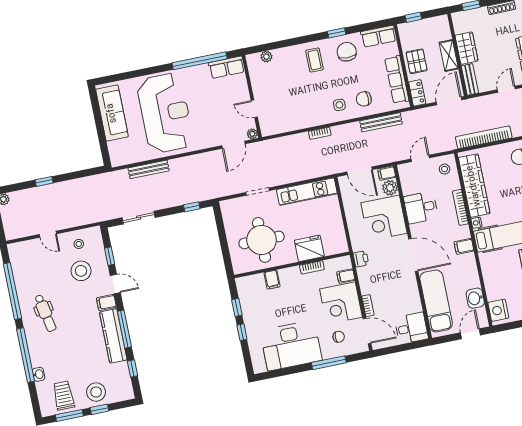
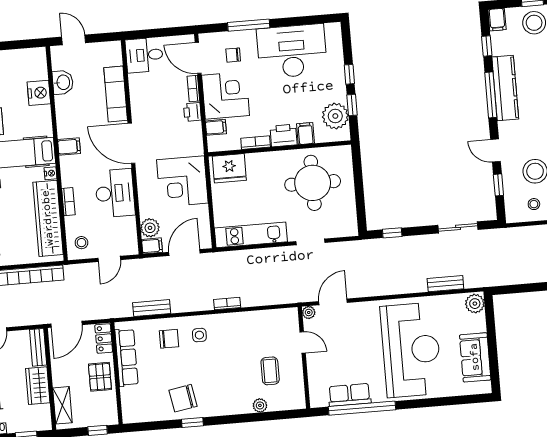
row of seats: (378, 36) -> (142, 412), removed
chair: (347, 52) -> (183, 398), turned 80
shelving: (449, 56) -> (62, 405), moved
plant: (266, 57) -> (260, 405), moved
coffee table: (315, 60) -> (270, 371), moved
row of seats: (227, 67) -> (350, 395), moved
sofa: (112, 113) -> (475, 357), width x0.73
reception desk: (165, 113) -> (411, 350), turned 180
bench: (381, 122) -> (152, 308), width x0.73
plant: (117, 157) -> (475, 304), added
bench: (149, 169) -> (445, 284), width x0.73
door: (359, 171) -> (184, 253), hinge flipped
desk: (421, 207) -> (115, 193), width x1.37
bookcase: (460, 207) -> (68, 202), width x0.64
corner desk: (384, 218) -> (182, 181), moved, turned 180
fridge: (309, 248) -> (229, 168), moved
printer: (361, 259) -> (192, 112), moved
printer: (290, 276) -> (284, 135), added
plant: (249, 297) -> (335, 116), added
exam couch: (436, 301) -> (116, 94), width x0.73, depth x0.69
filing cabinet: (106, 302) -> (497, 20), moved, turned 90
nightstand: (498, 310) -> (39, 93), moved
door: (470, 334) -> (74, 40), swing flipped

